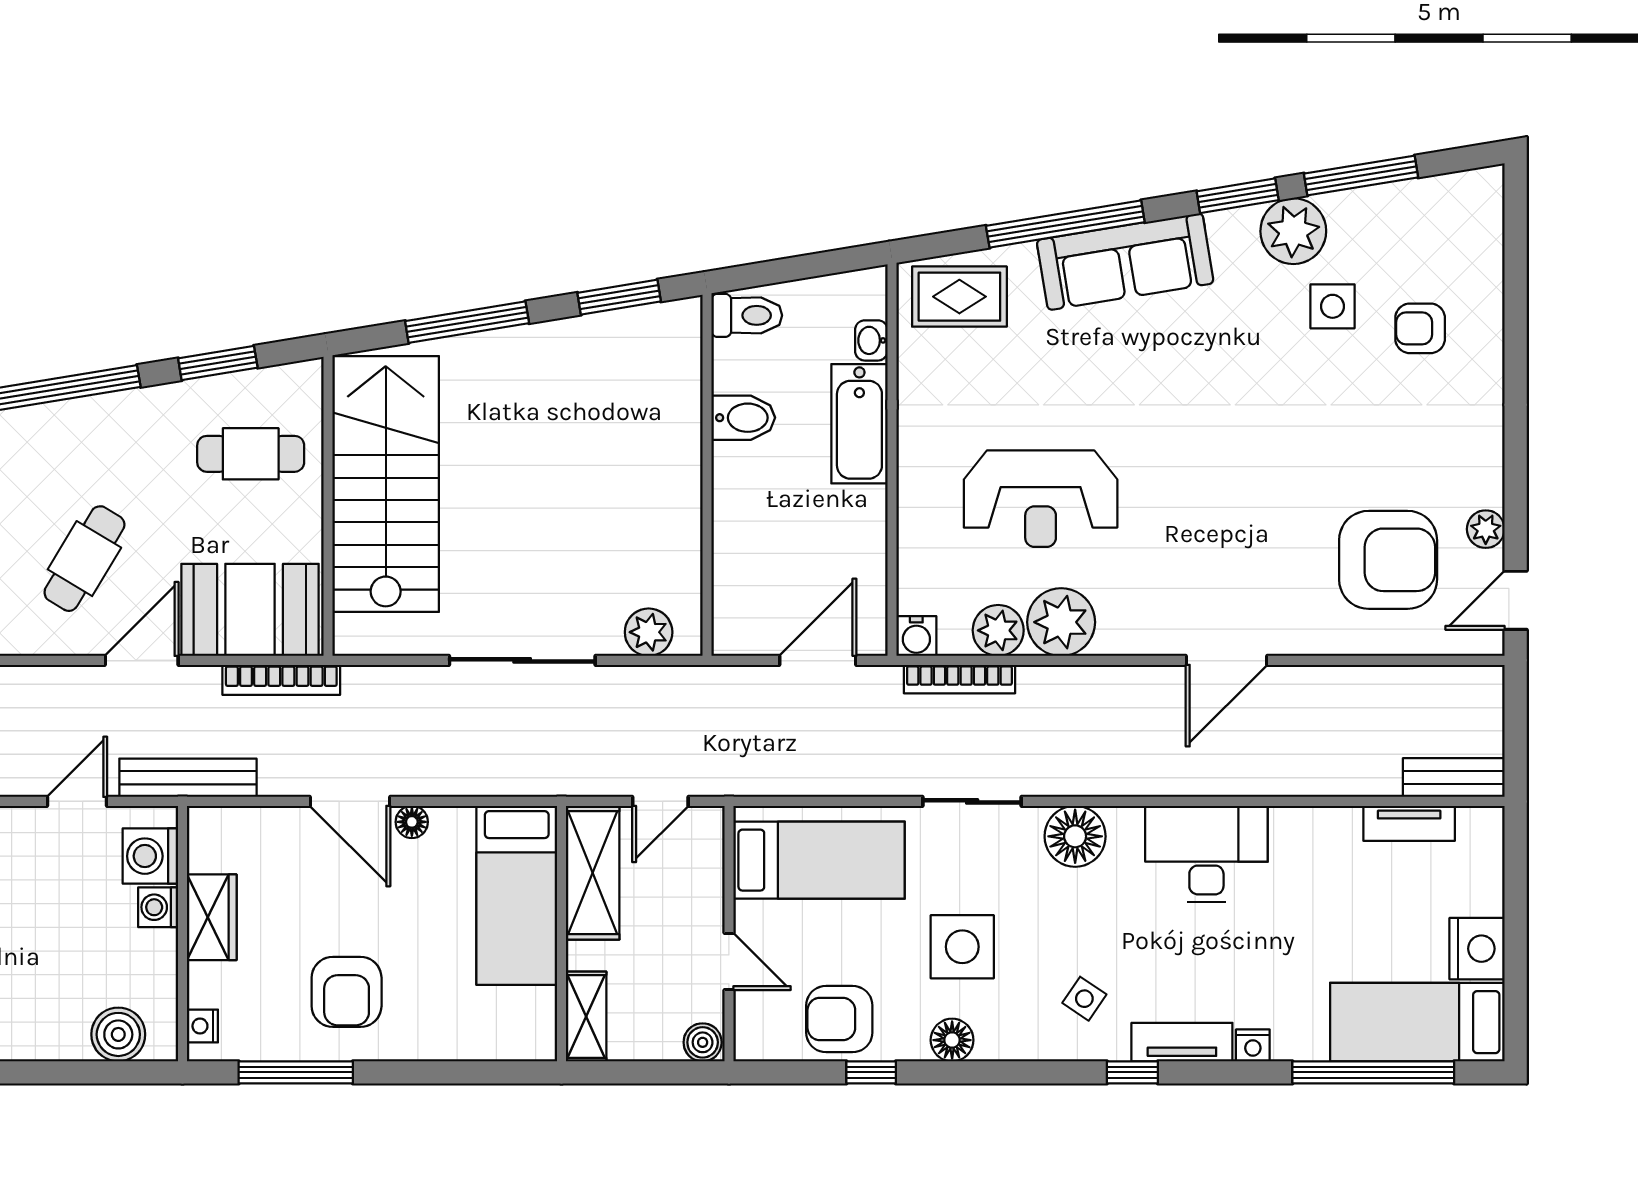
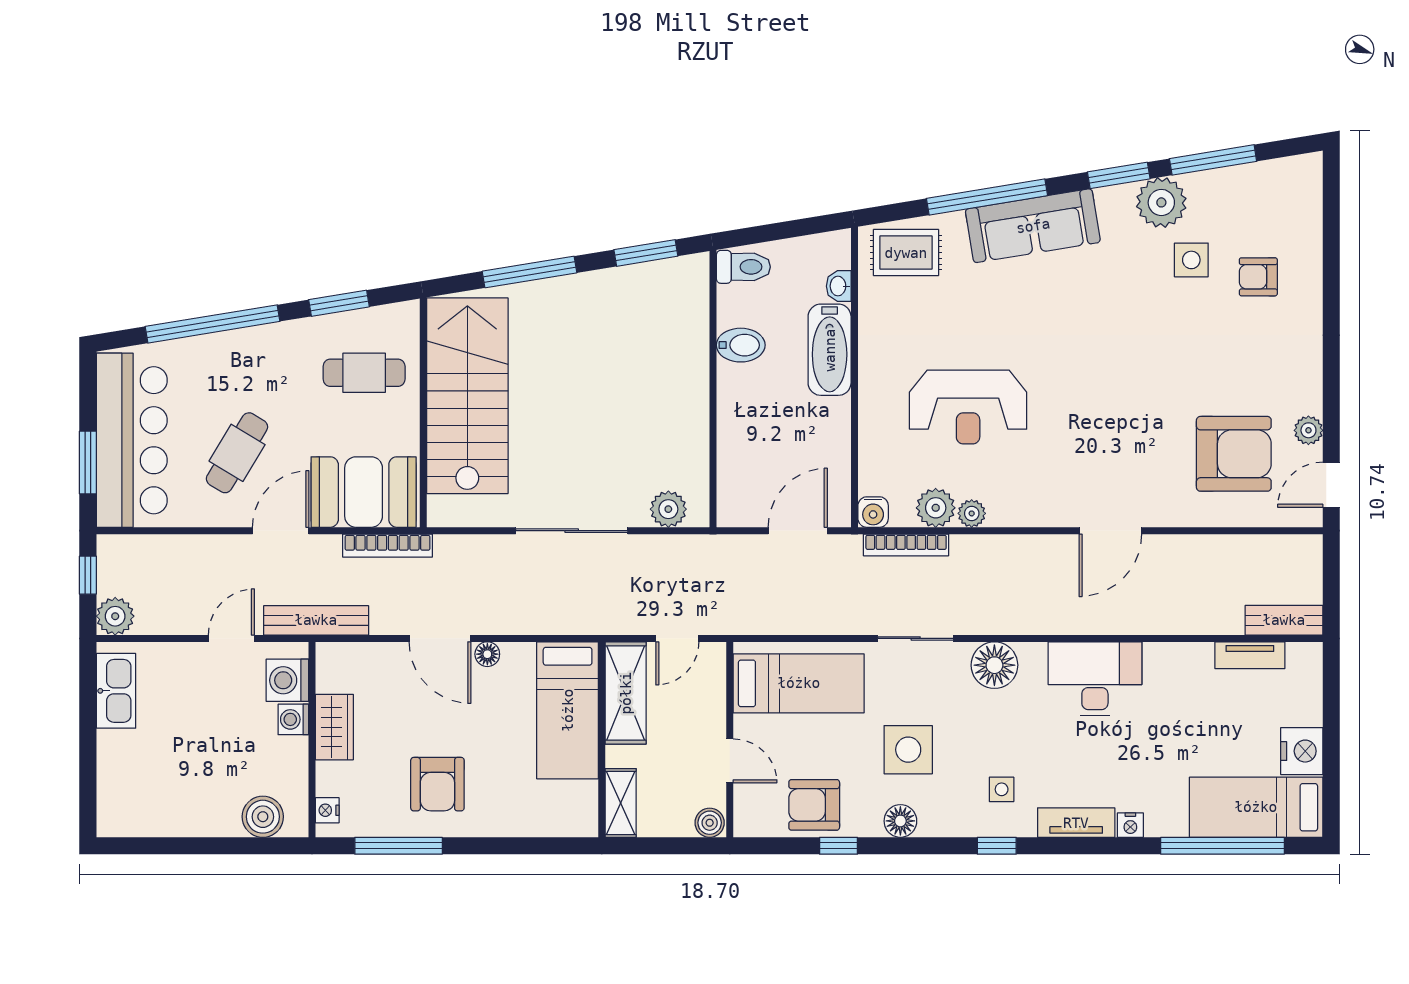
plant: (1061, 622) -> (972, 513), width x0.53, depth x0.53
side table: (1084, 999) -> (1002, 789), turned -34
window: (1132, 1072) -> (997, 846), moved

